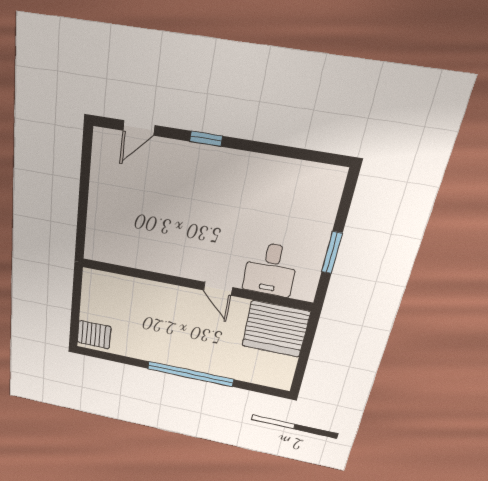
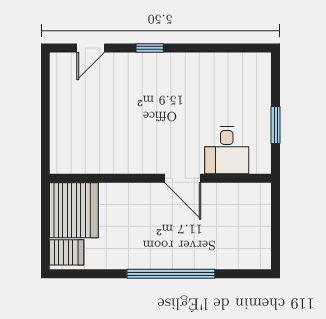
door: (218, 289) -> (183, 178), width x1.37
server rack: (276, 329) -> (74, 210), moved, turned -90

